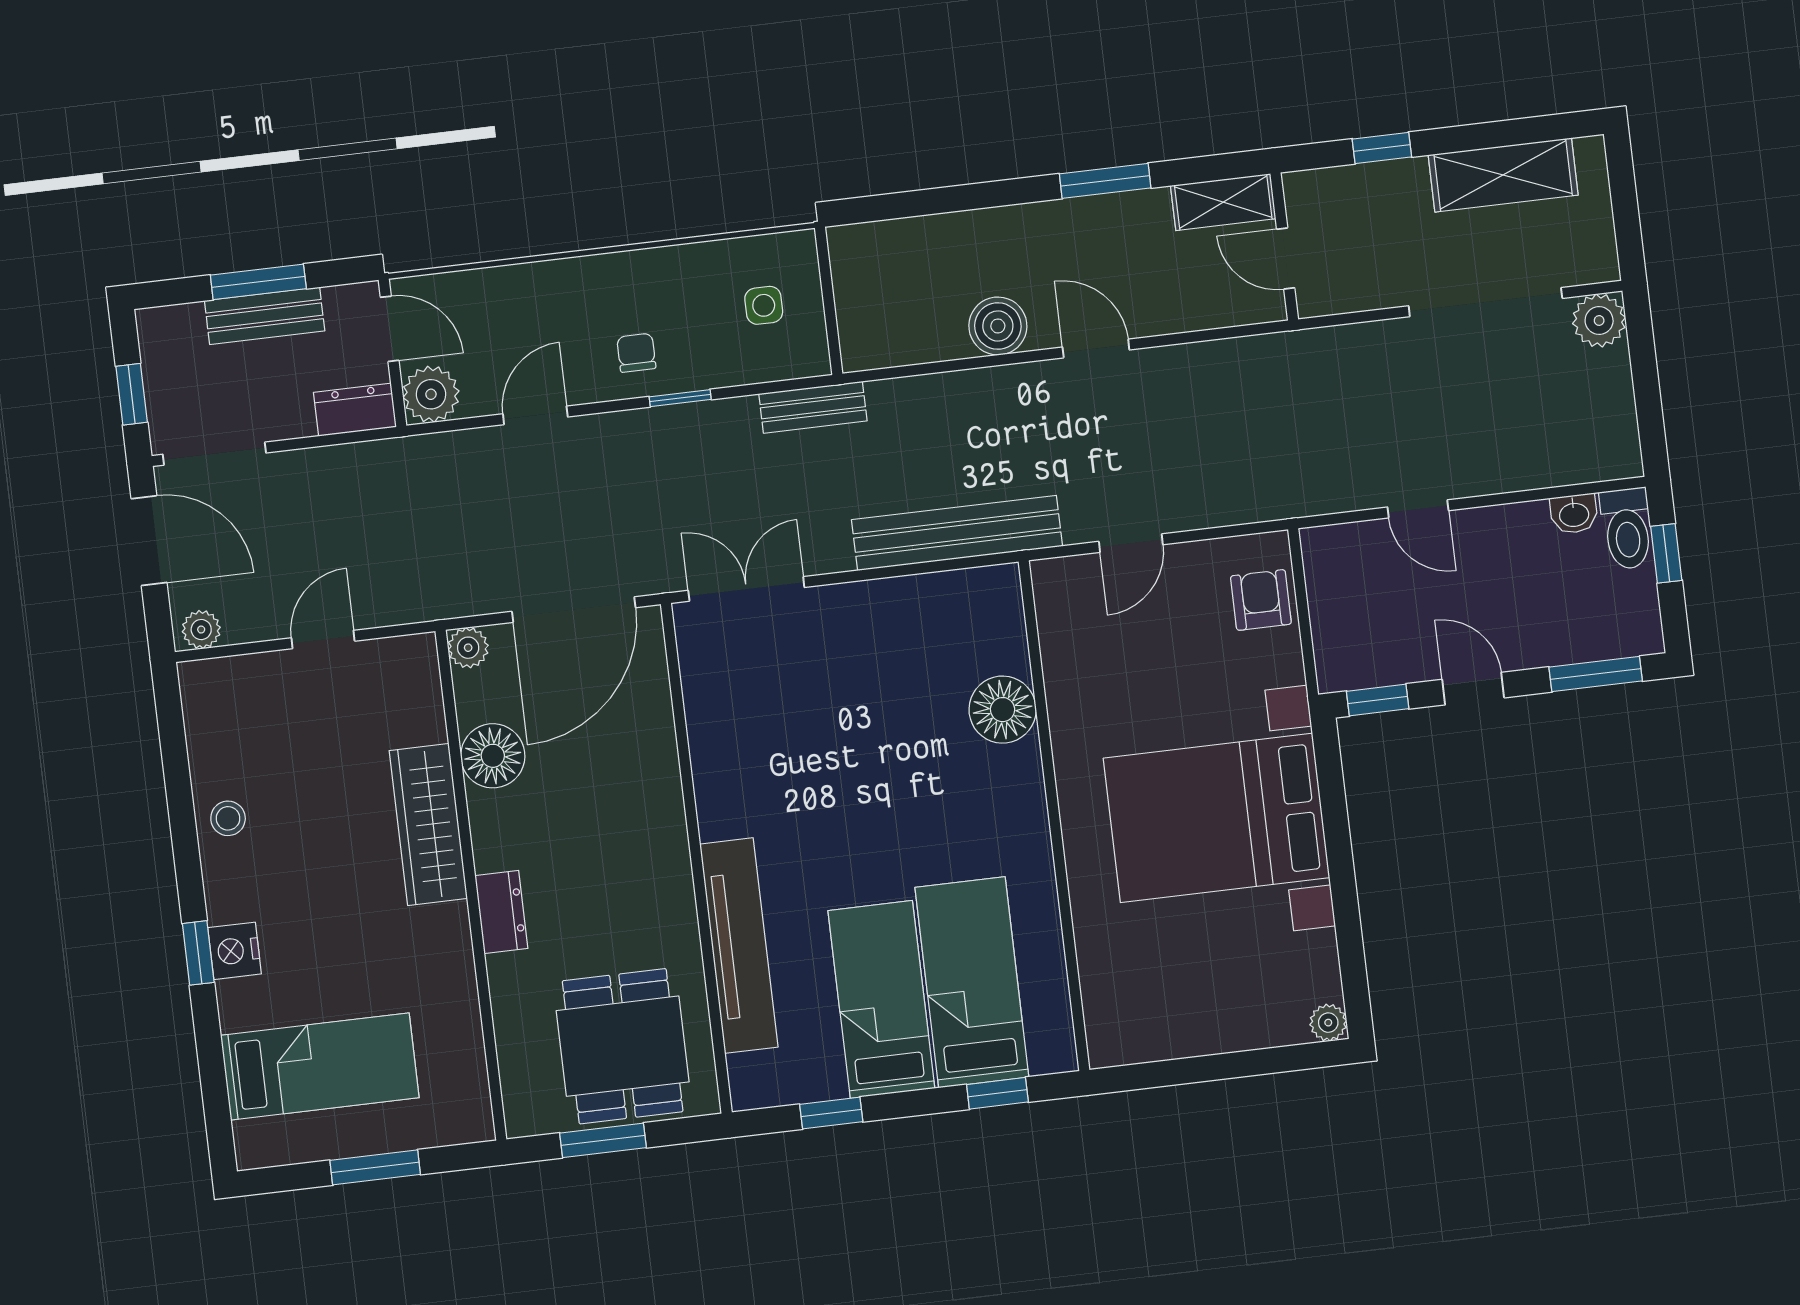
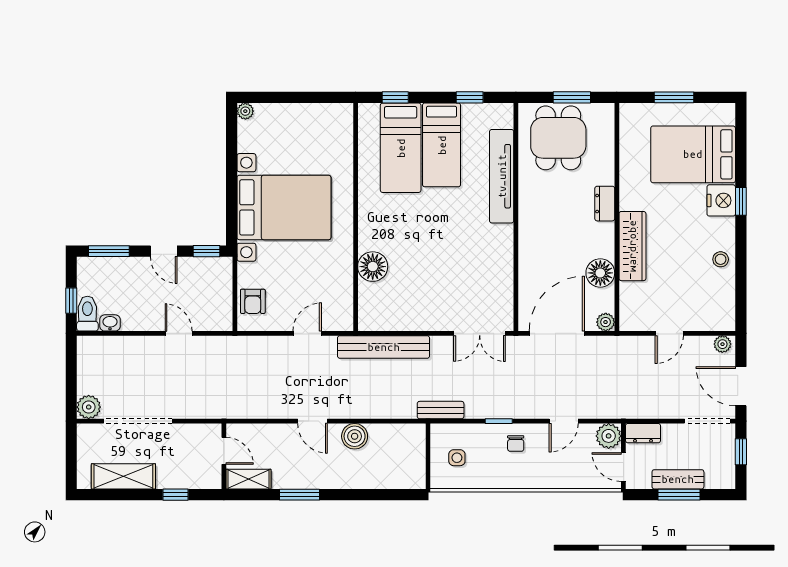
nightstand: (235, 951) -> (721, 200), width x1.36, depth x1.33
bed: (320, 1066) -> (693, 154), width x1.50

